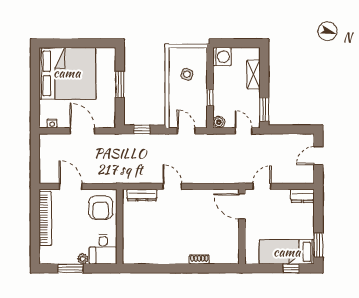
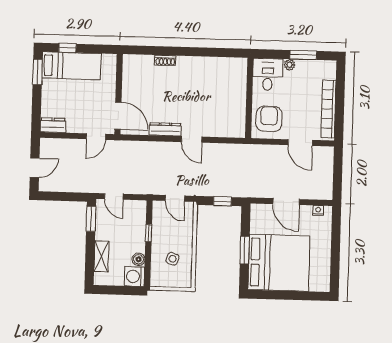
bed: (67, 73) -> (279, 263), moved, turned 180
boiler: (219, 122) -> (139, 259), moved
dresser: (142, 195) -> (165, 129), moved

